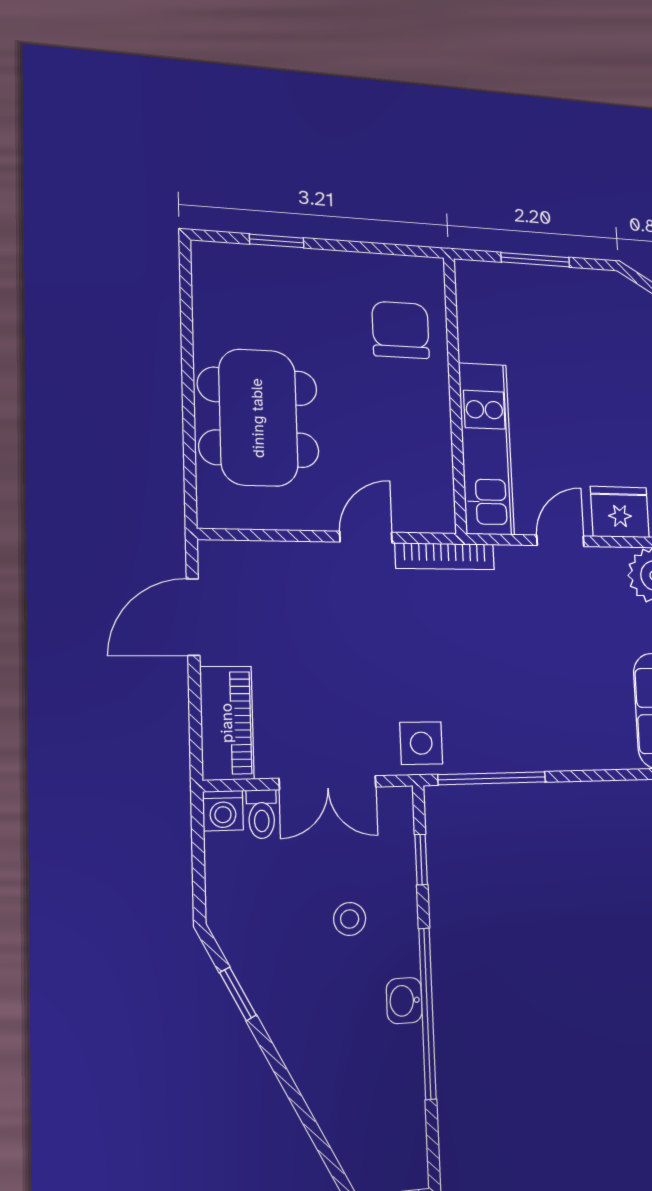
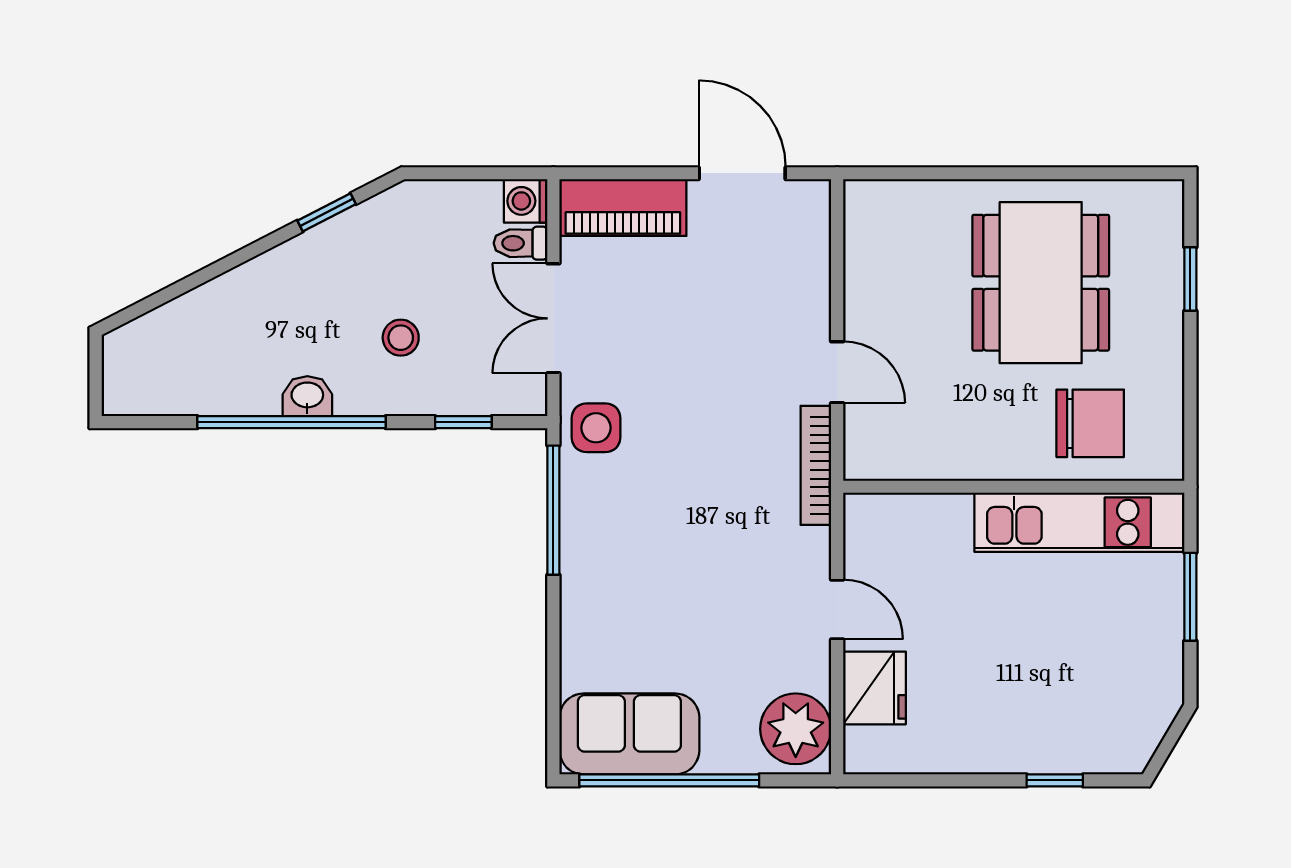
dining table: (258, 418) -> (1041, 283), moved, turned 90
kitchen unit: (486, 449) -> (1079, 522), moved

